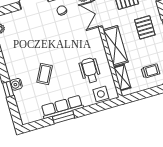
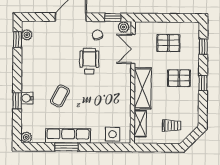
pallet: (145, 27) -> (179, 78), turned 90
wheelchair: (90, 70) -> (89, 61), moved
plant: (26, 119) -> (26, 137), added

